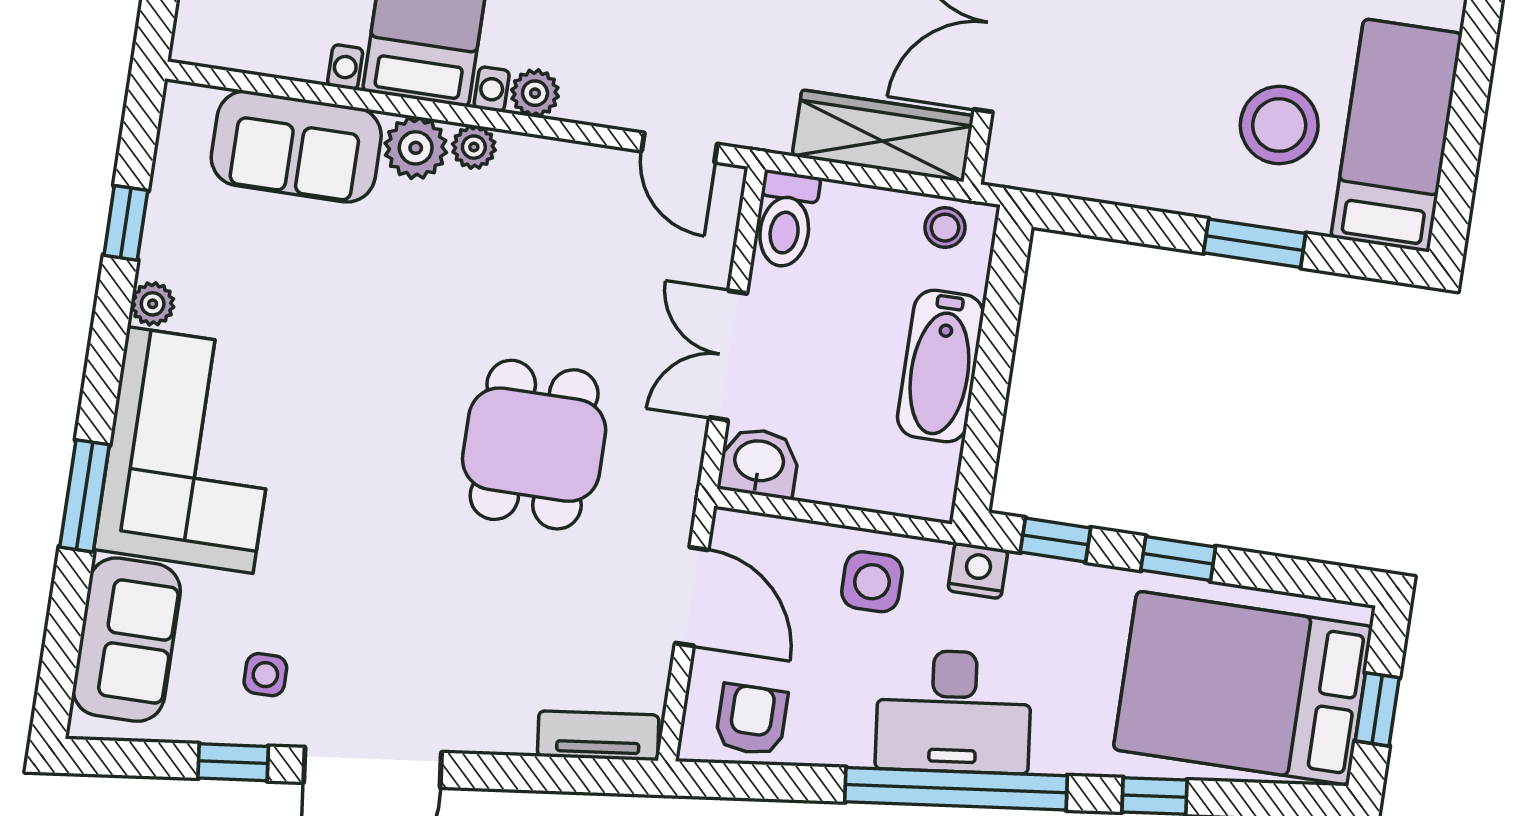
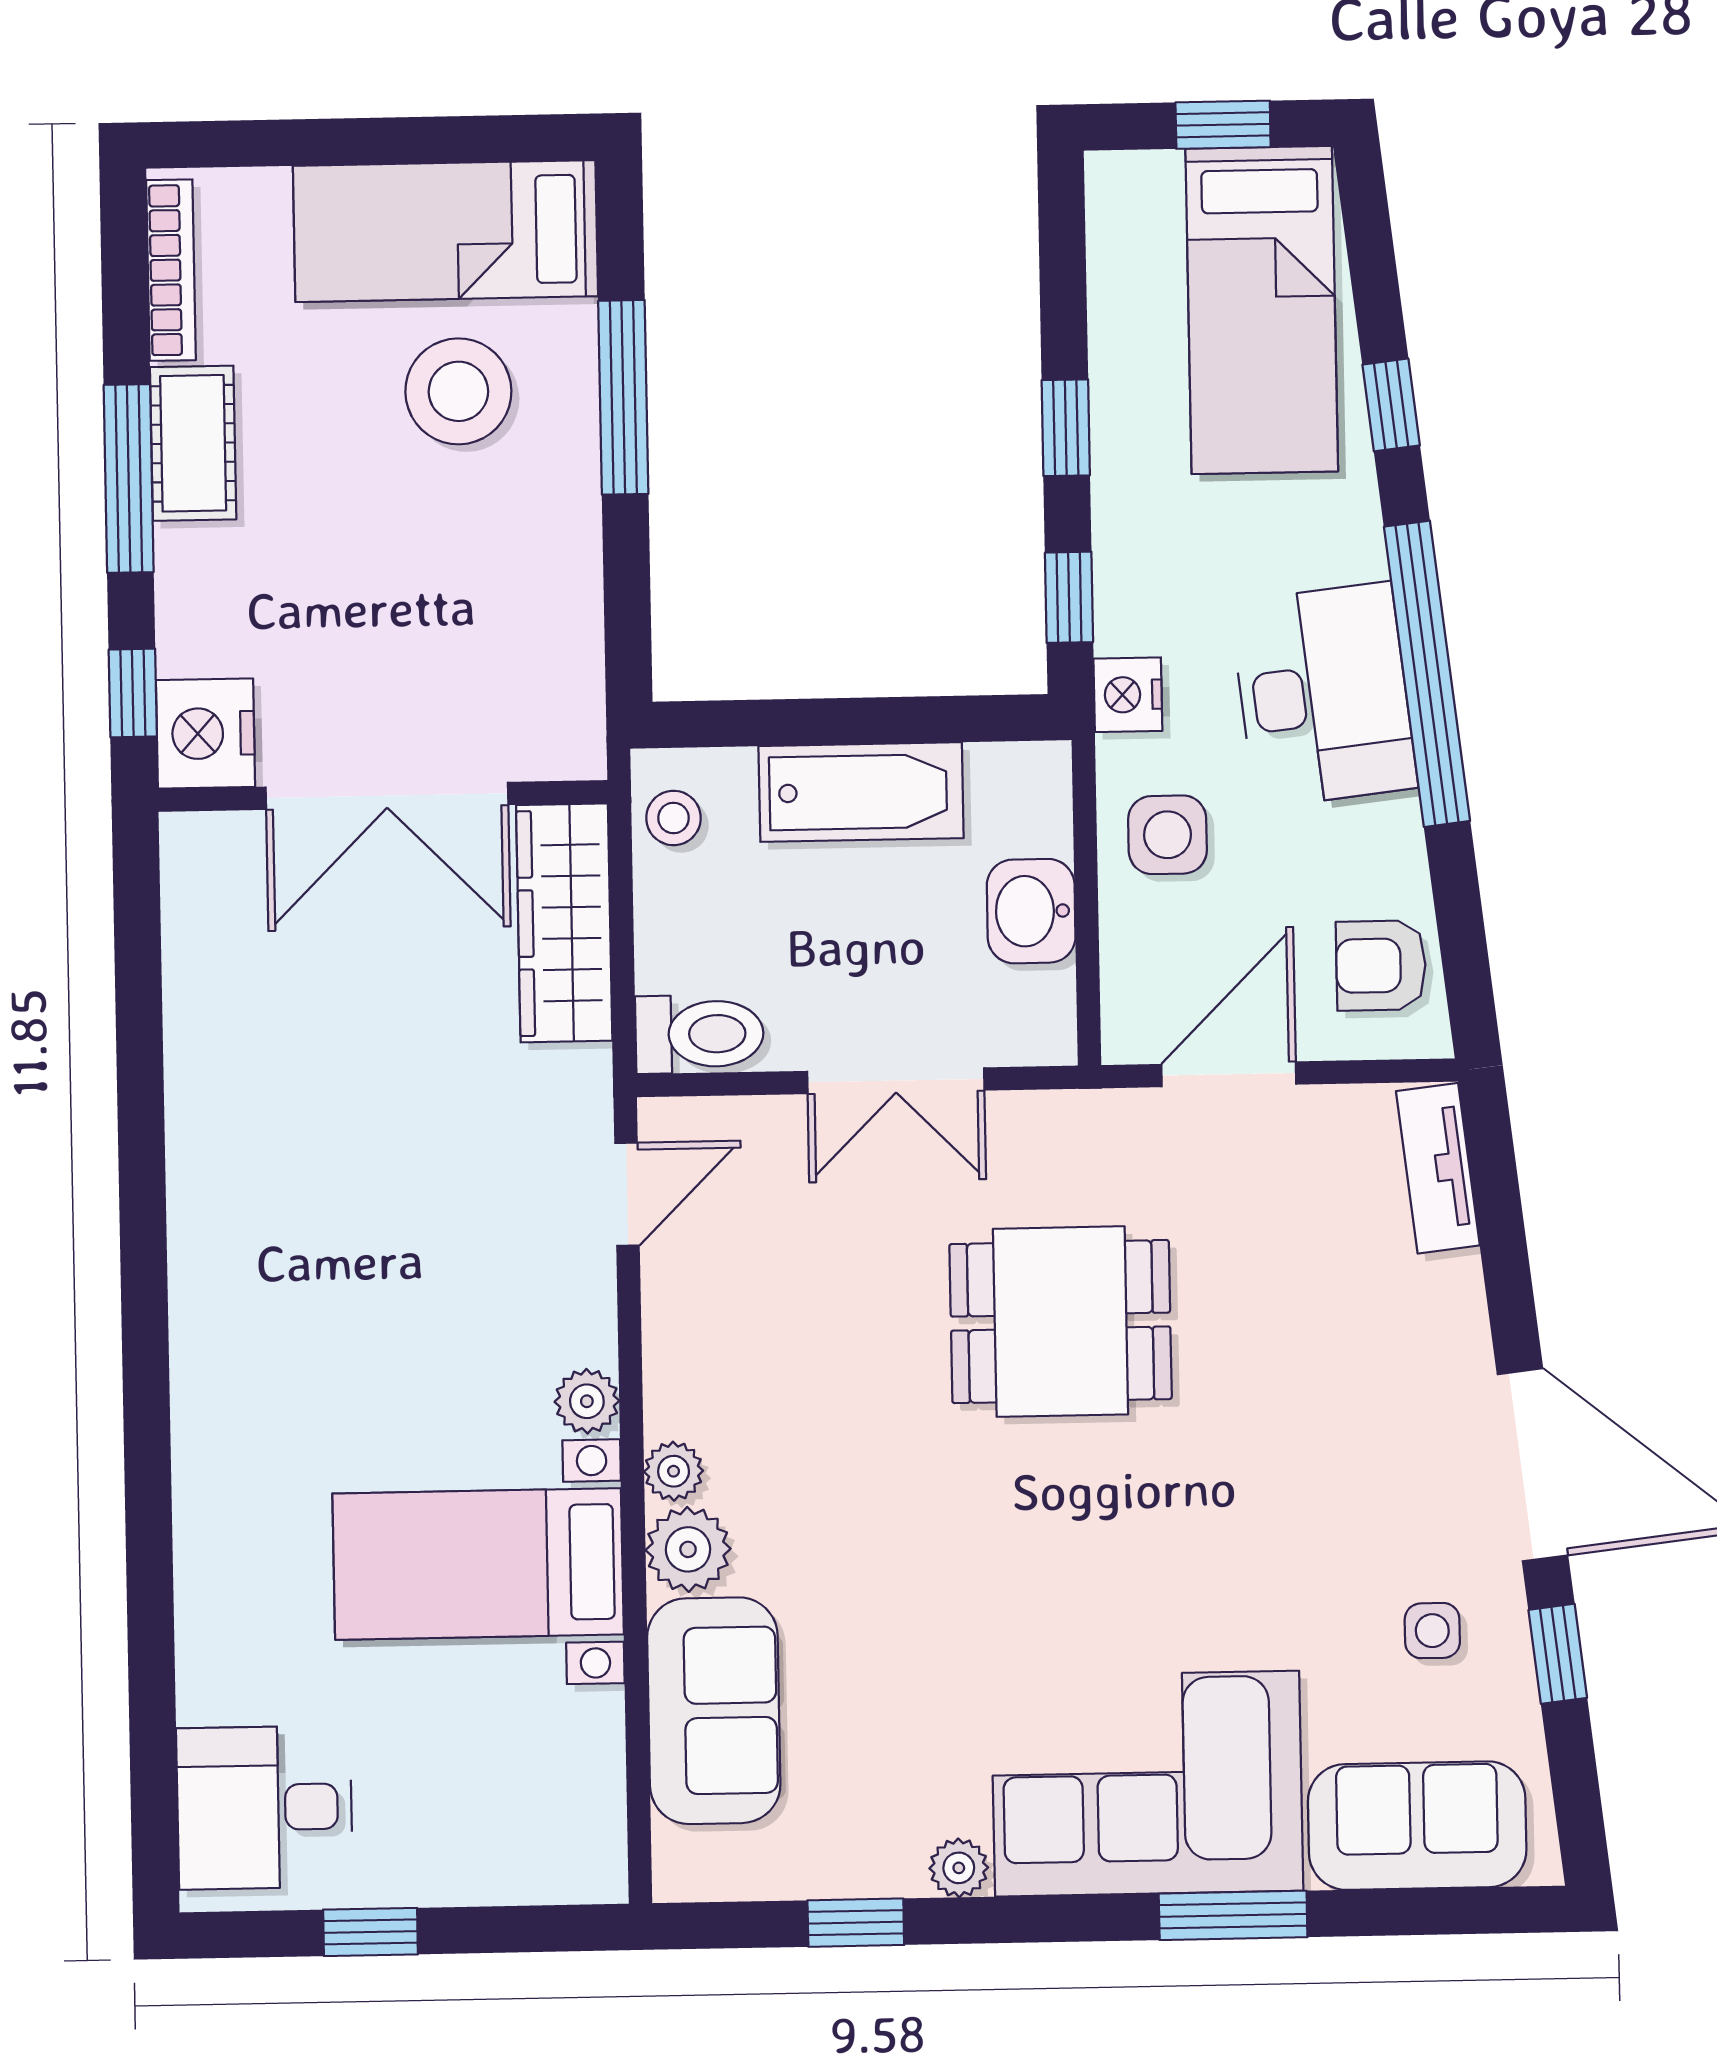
window: (1255, 243) -> (623, 397), width x1.44
washbasin: (759, 463) -> (1031, 911), moved
bed: (1243, 688) -> (1262, 310), width x0.67

